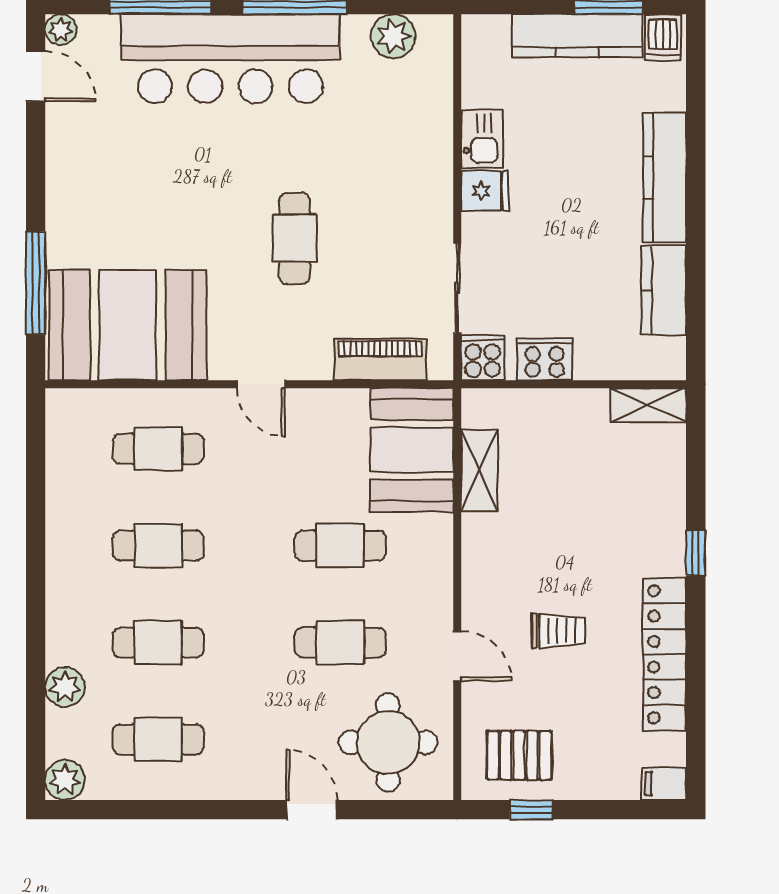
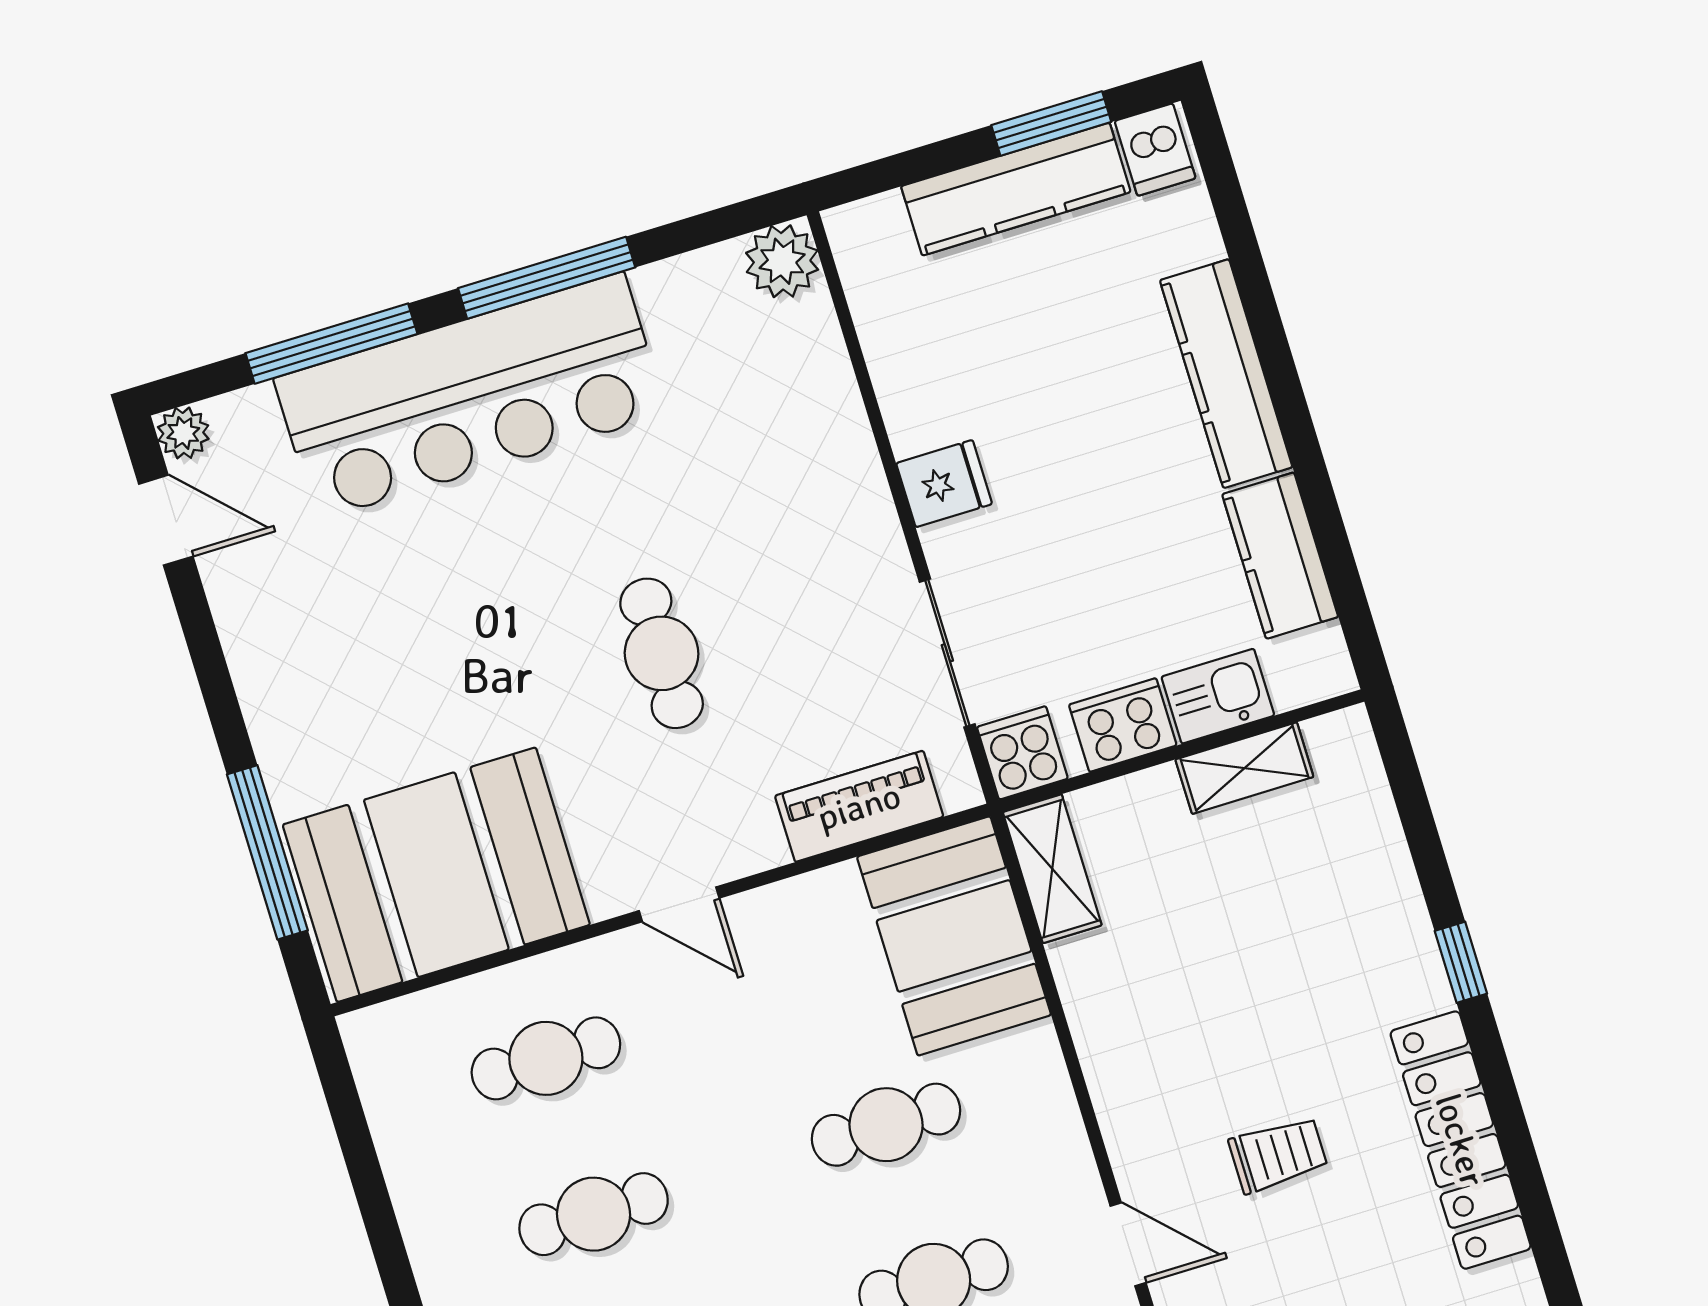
plant: (393, 36) -> (782, 261), moved
kitchen sink: (482, 139) -> (1218, 696), moved, turned -90
shelving: (648, 405) -> (1244, 768), moved
shelving: (479, 470) -> (1052, 869), moved

